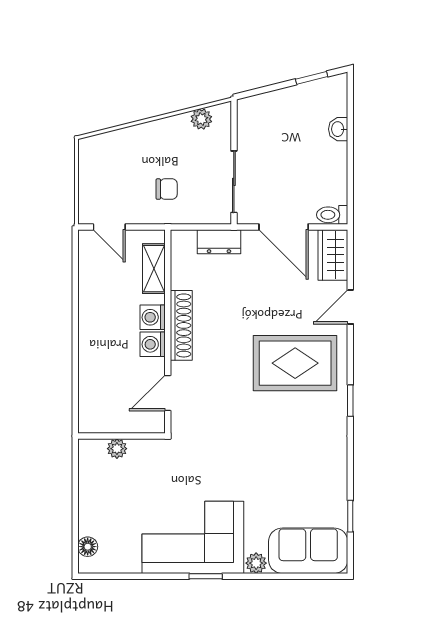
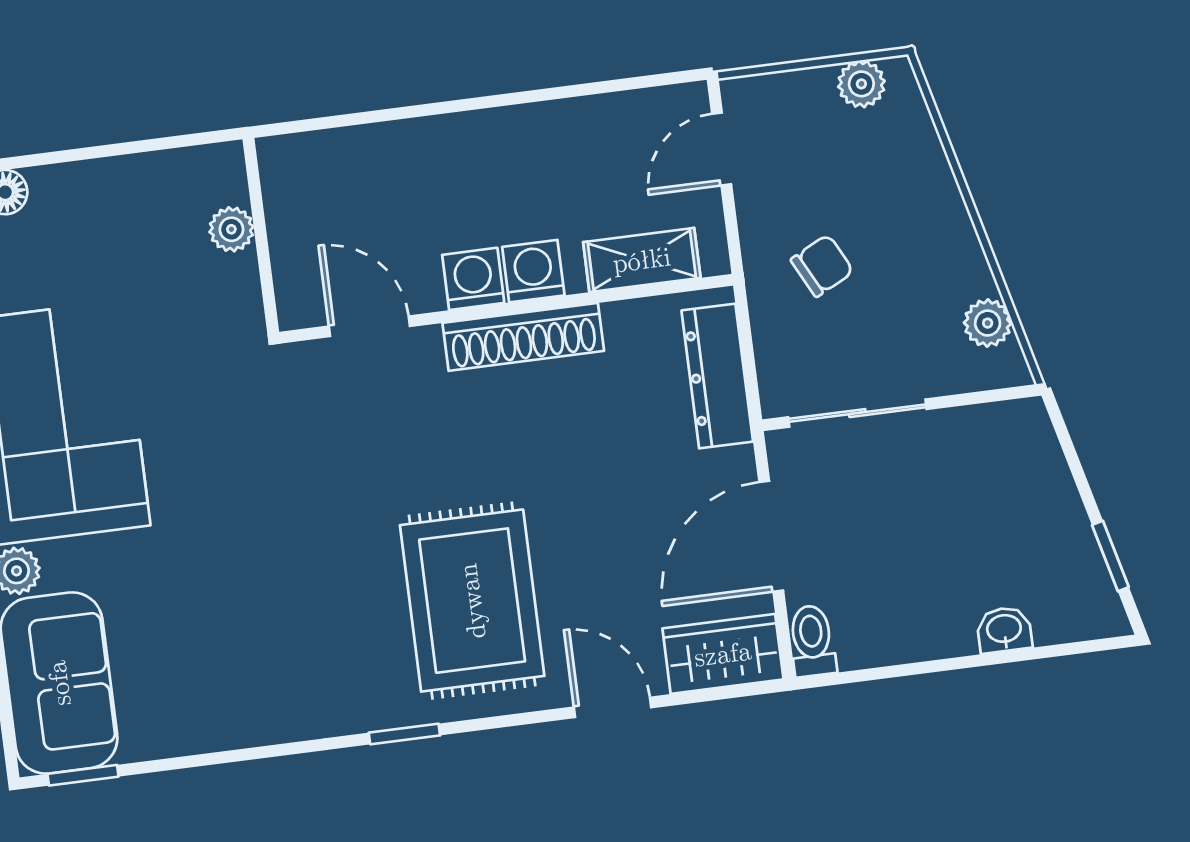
plant: (88, 161) -> (861, 84), added
chair: (167, 189) -> (822, 266), turned -117
dresser: (219, 242) -> (717, 376), width x1.44
window: (350, 516) -> (83, 775), moved

